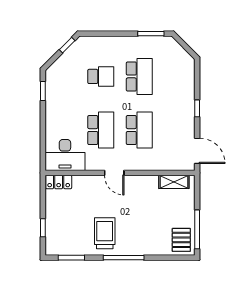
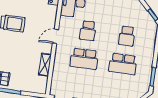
school desk: (101, 130) -> (88, 31), width x0.54
shelving: (174, 182) -> (45, 65), moved

